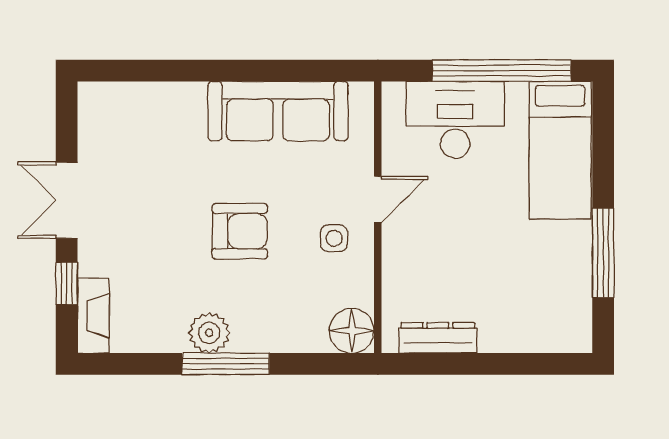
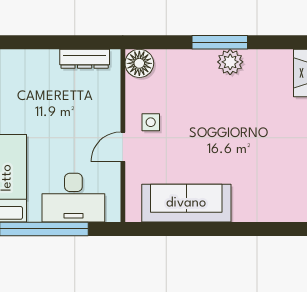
armchair: (240, 231) -> (211, 127), removed

